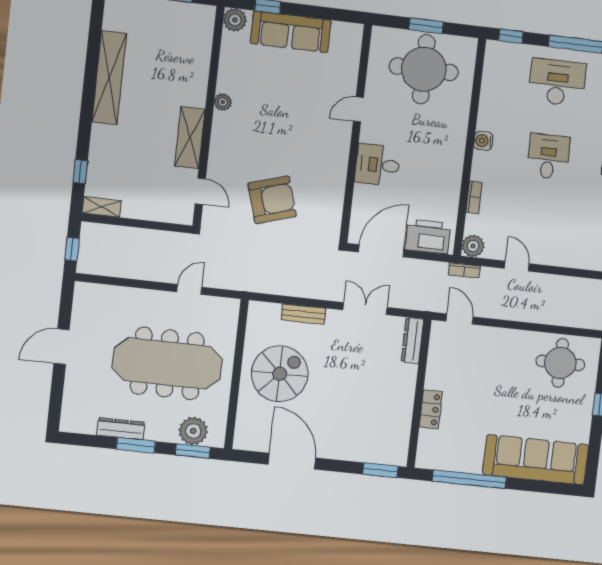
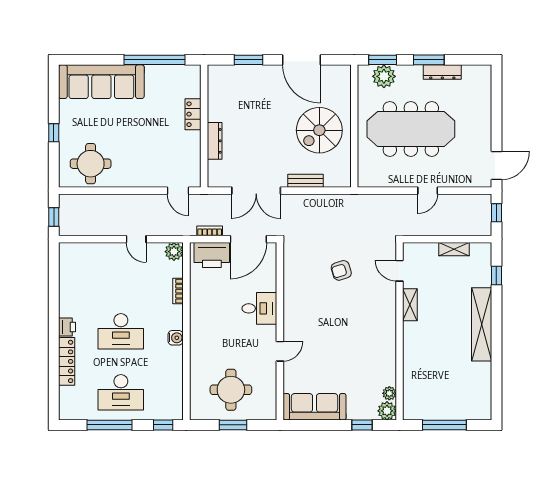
sofa: (291, 32) -> (315, 407), moved
round table: (424, 69) -> (231, 390), width x0.73, depth x0.73
shelving: (109, 78) -> (482, 324), moved
plant: (223, 102) -> (389, 393), moved
shelving: (190, 138) -> (410, 305), width x0.67, depth x0.75
desk: (548, 157) -> (121, 331), width x1.37
armchair: (272, 200) -> (341, 270), width x0.53, depth x0.53
shelving: (102, 207) -> (454, 249), moved
bookcase: (464, 270) -> (210, 231), moved
door: (189, 289) -> (428, 191), moved
double door: (365, 309) -> (256, 191), width x1.37
dresser: (412, 341) -> (215, 141), moved
door: (62, 347) -> (496, 166), moved
window: (380, 470) -> (249, 60), moved

